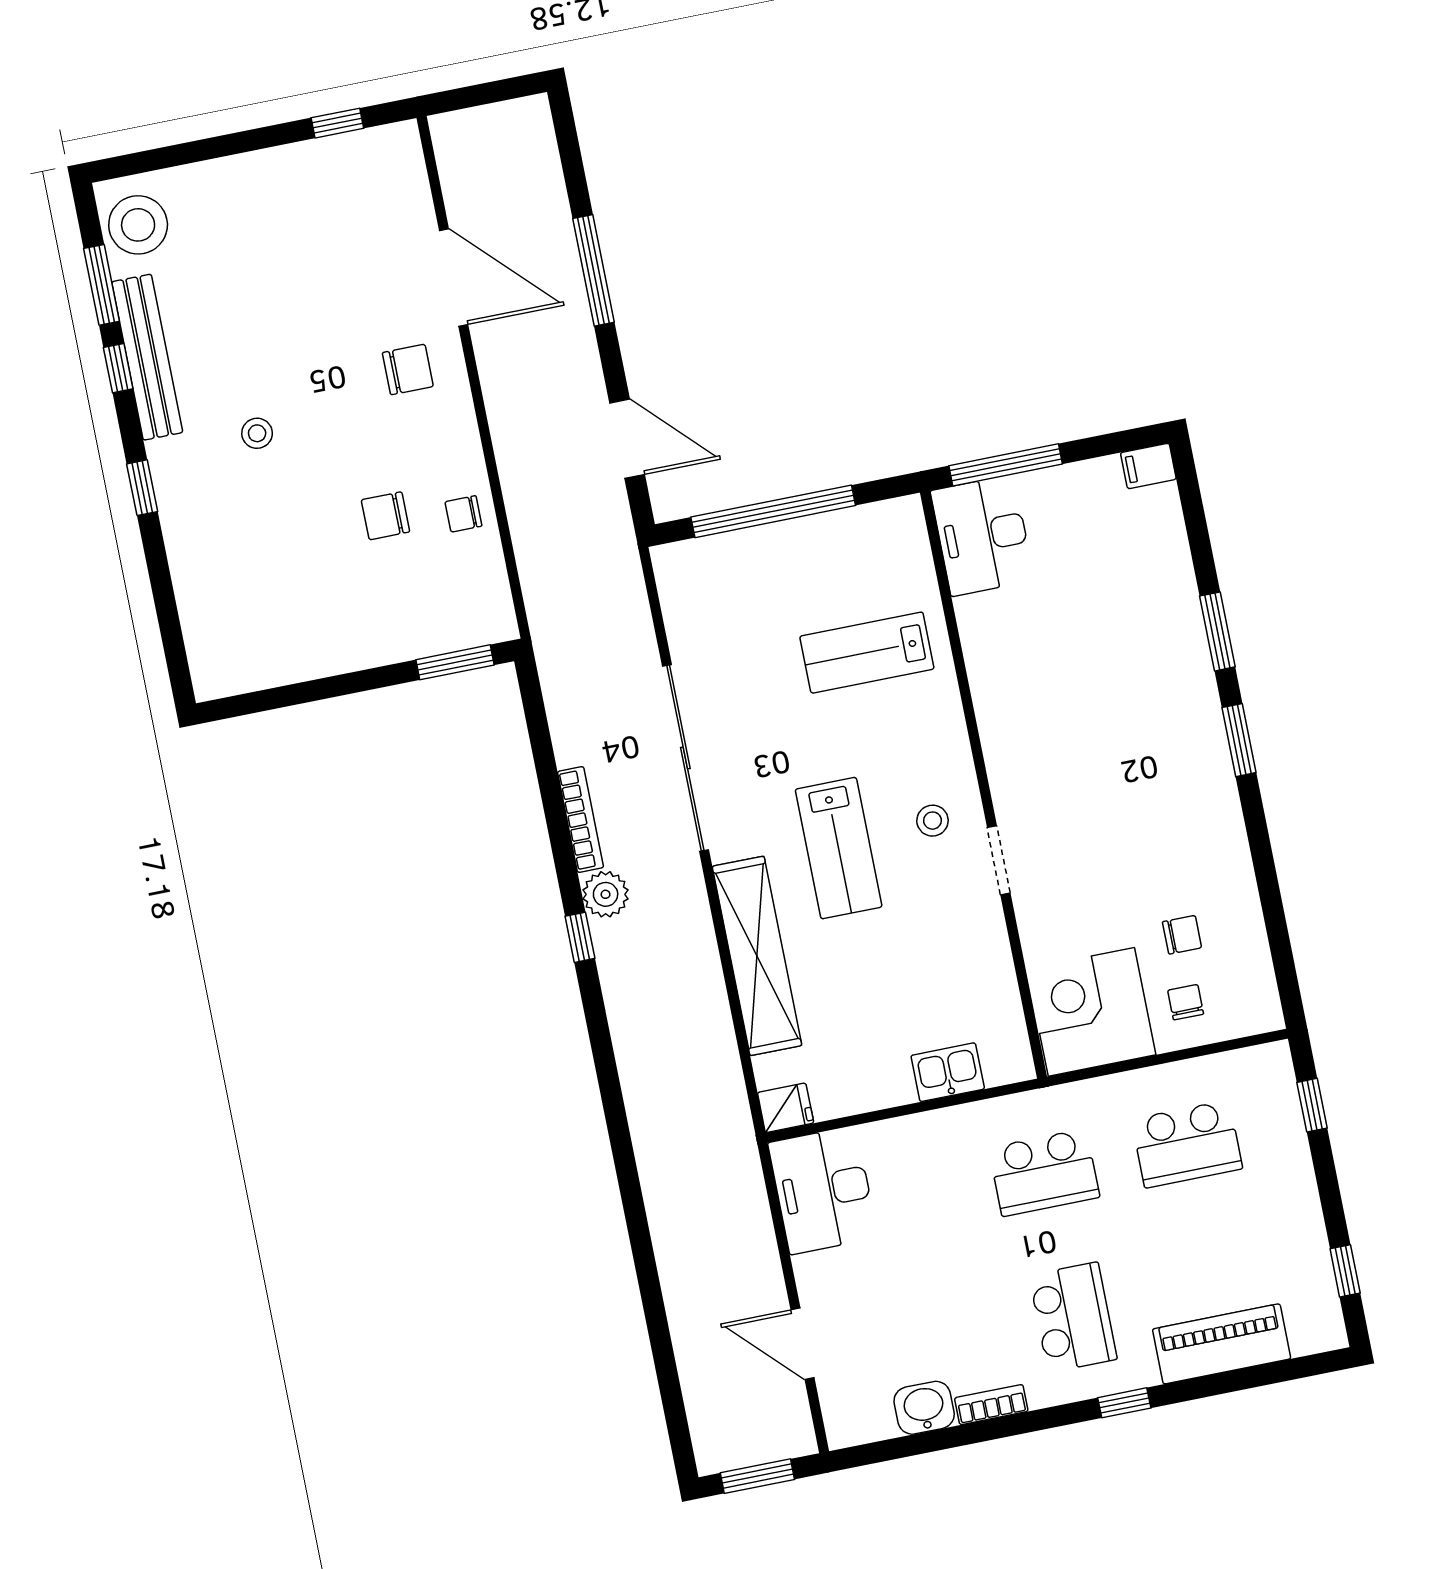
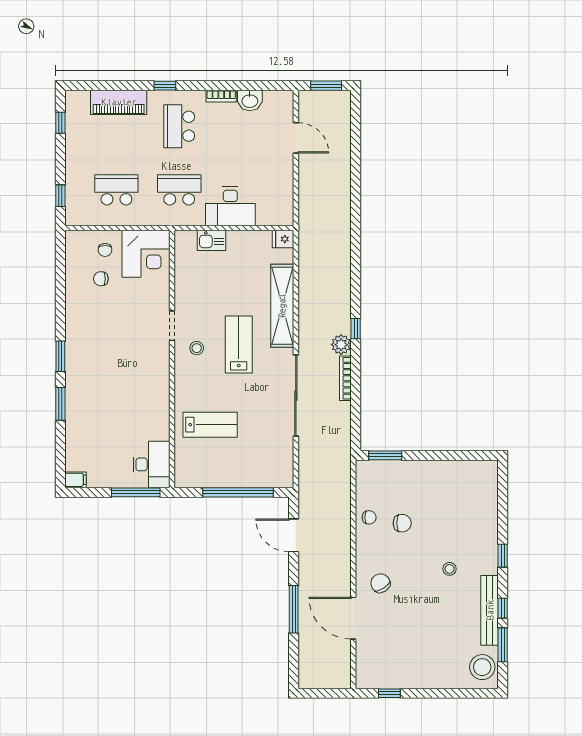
chair: (408, 370) -> (380, 583), turned 58
desk: (823, 1190) -> (230, 206), moved, turned 90

